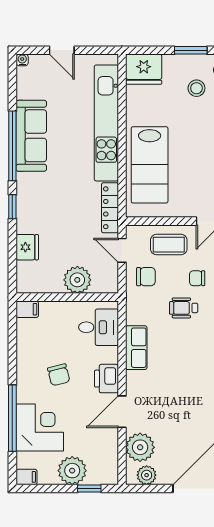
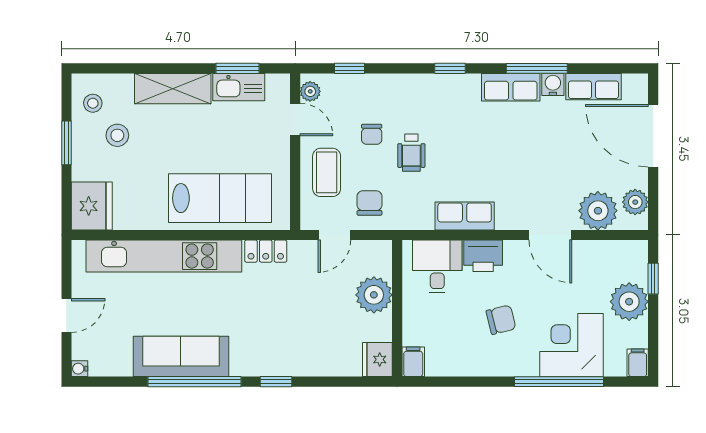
locker: (110, 208) -> (266, 251), width x0.66
fridge: (27, 247) -> (377, 359), moved, turned -90
printer: (106, 379) -> (483, 256), moved

